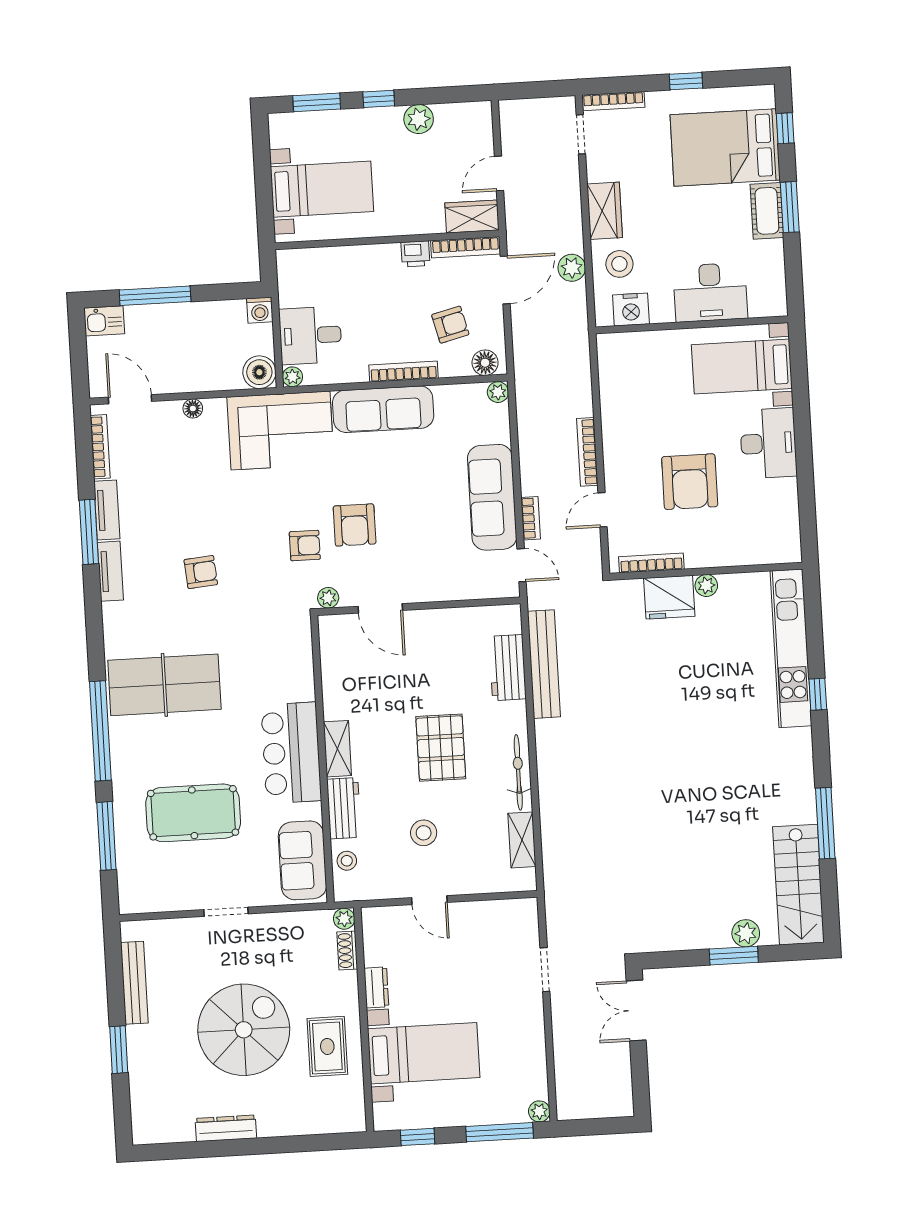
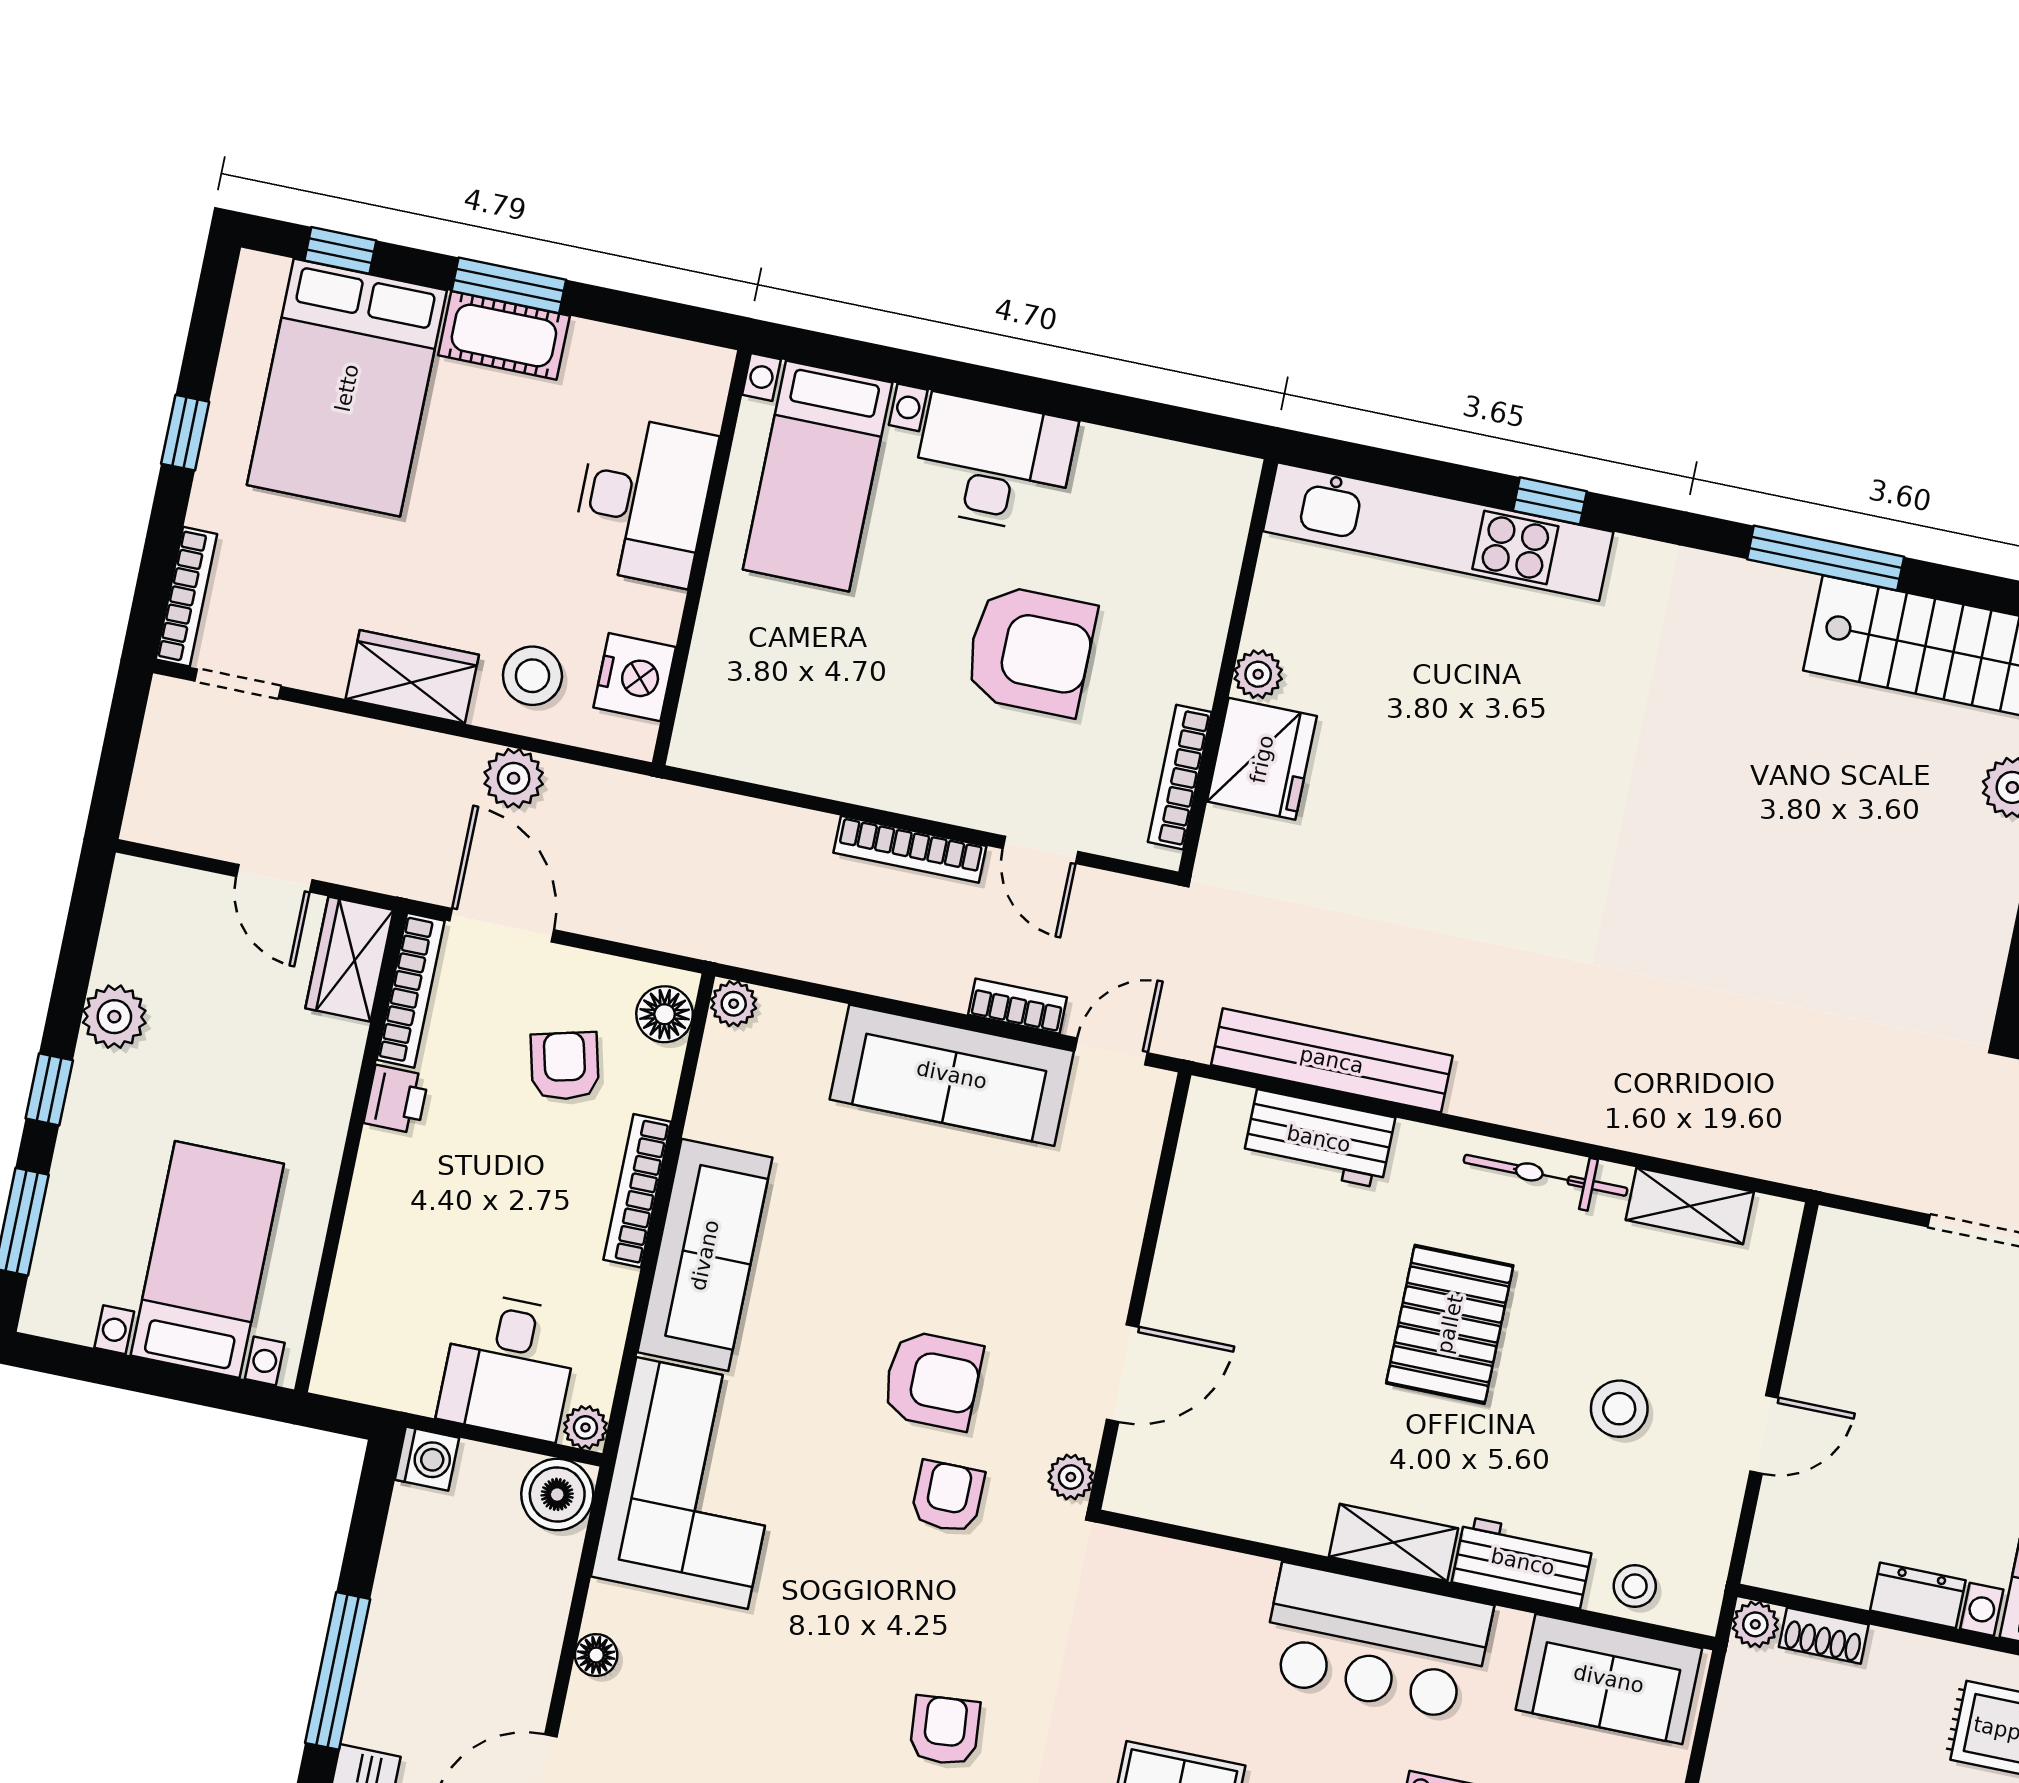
pallet: (441, 748) -> (1450, 1324), turned 90

